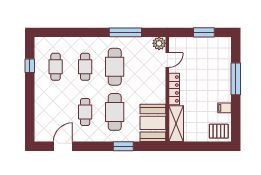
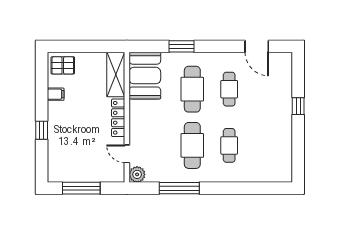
window: (204, 32) -> (81, 188), width x1.44
door: (167, 60) -> (127, 154), hinge flipped
window: (30, 66) -> (298, 106), moved
cafe table: (56, 67) -> (266, 145), removed
window: (236, 79) -> (42, 130), width x0.46
door: (63, 146) -> (257, 46), hinge flipped

